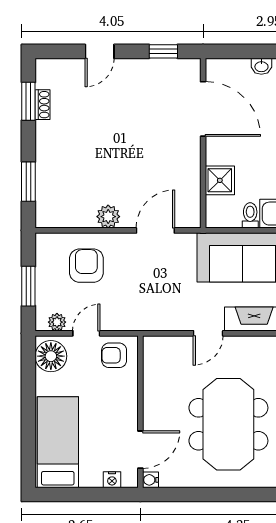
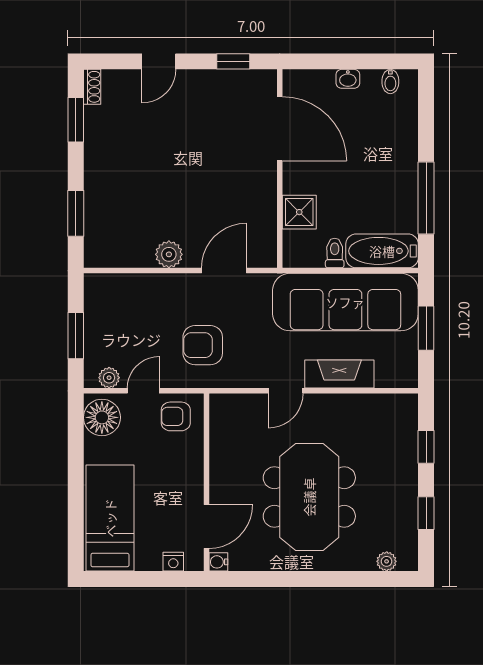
shoe rack: (42, 105) -> (92, 87), moved
armchair: (86, 266) -> (203, 345), moved, turned -90

